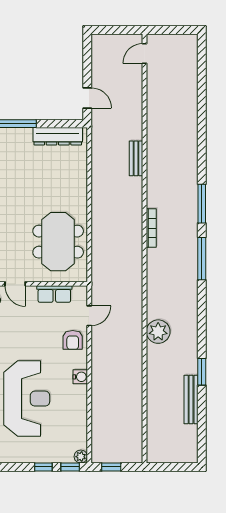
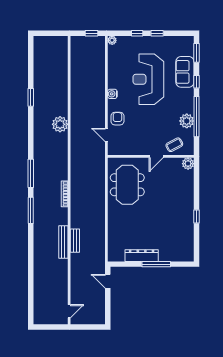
dresser: (58, 136) -> (142, 256), moved
door: (15, 284) -> (156, 156), swing flipped
row of seats: (54, 294) -> (130, 150), removed
door: (89, 316) -> (106, 135), hinge flipped
bench: (191, 399) -> (63, 242), moved
window: (70, 467) -> (157, 33), moved

